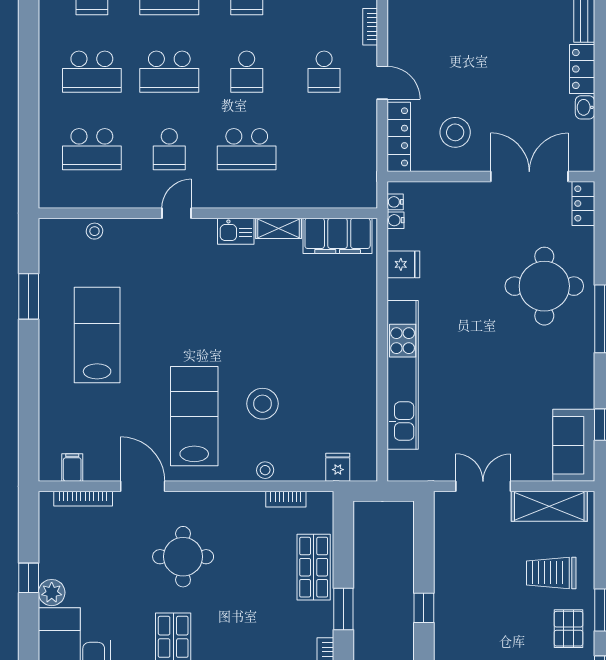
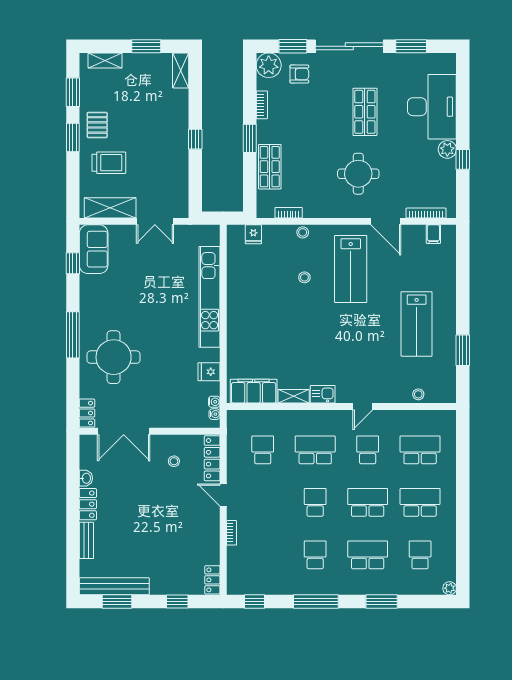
school desk: (324, 72) -> (263, 450), moved
stool: (455, 132) -> (174, 461), width x0.53, depth x0.53
stool: (263, 404) -> (304, 277), width x0.53, depth x0.53

